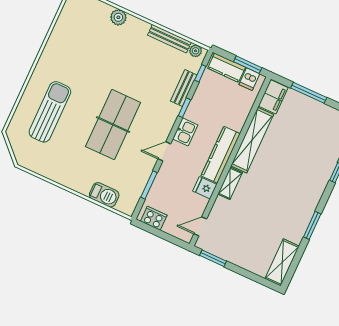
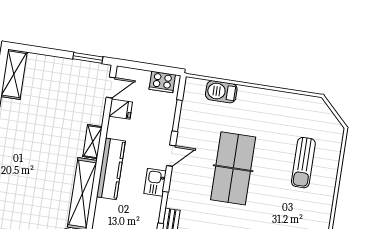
window: (184, 108) -> (163, 208), width x1.50
sun lounger: (50, 112) -> (303, 163), width x0.73, depth x0.75
fridge: (205, 188) -> (121, 109), moved

